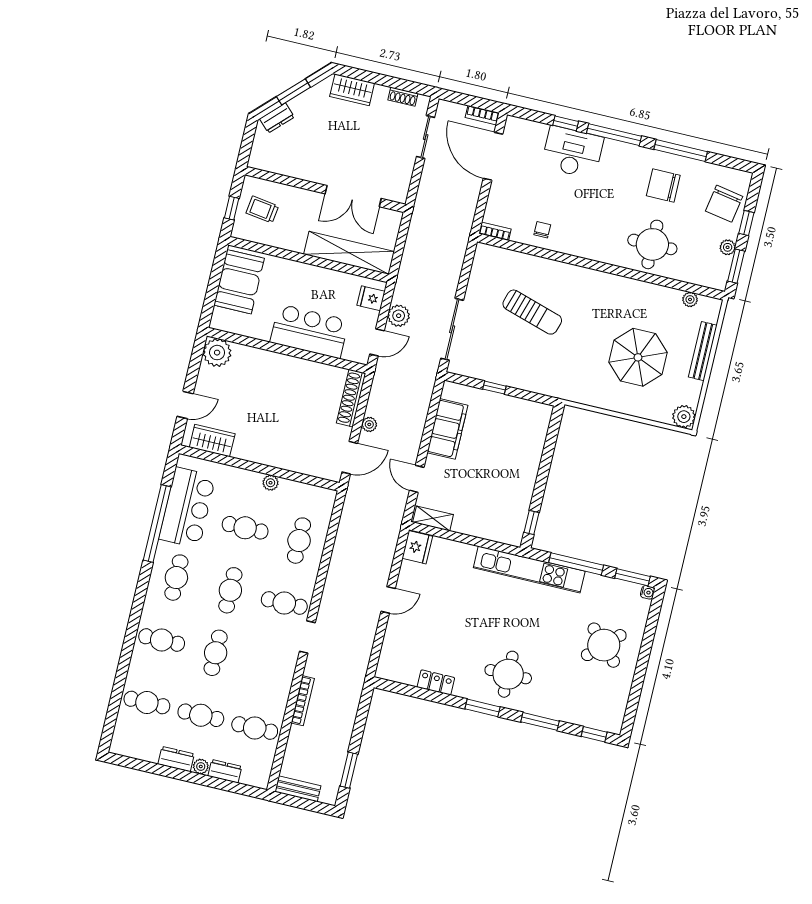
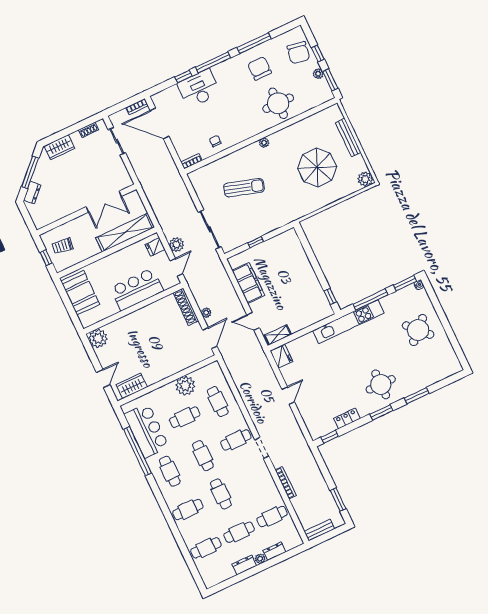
window: (293, 92) -> (30, 172), width x1.44
chair: (663, 186) -> (260, 68), turned 90
plant: (690, 299) -> (264, 143), moved
plant: (271, 483) -> (185, 386), width x1.88, depth x1.88
window: (594, 734) -> (330, 437), moved

